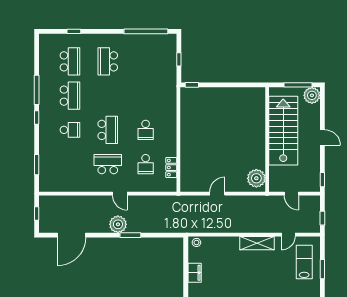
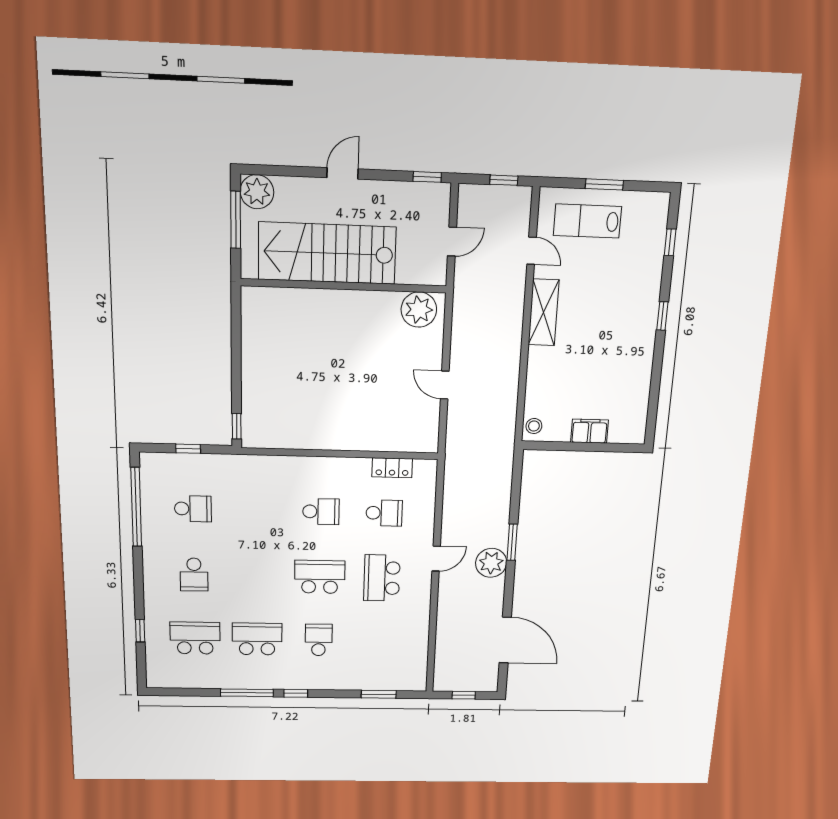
school desk: (108, 61) -> (194, 575), width x0.54
school desk: (146, 61) -> (193, 509), added

